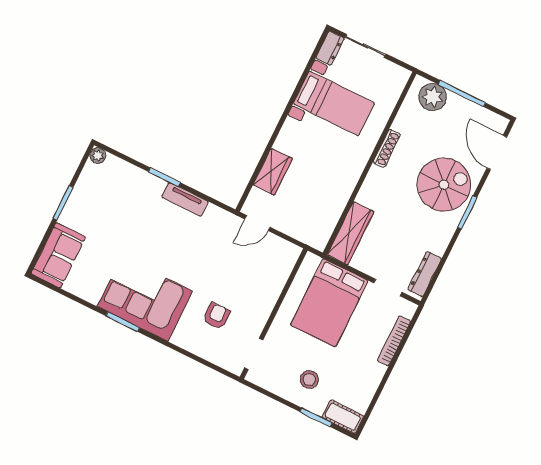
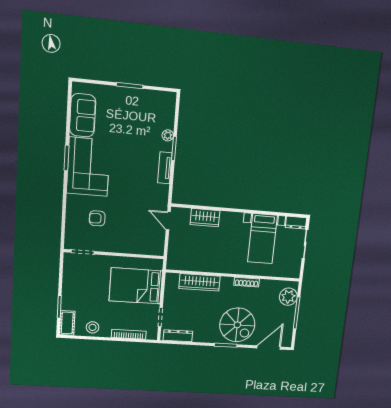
plant: (98, 156) -> (168, 135), moved
wardrobe: (351, 233) -> (200, 282), moved
sofa: (58, 255) -> (83, 115), moved, turned -90
armchair: (216, 316) -> (97, 218), turned 180
stool: (309, 380) -> (93, 327), moved

